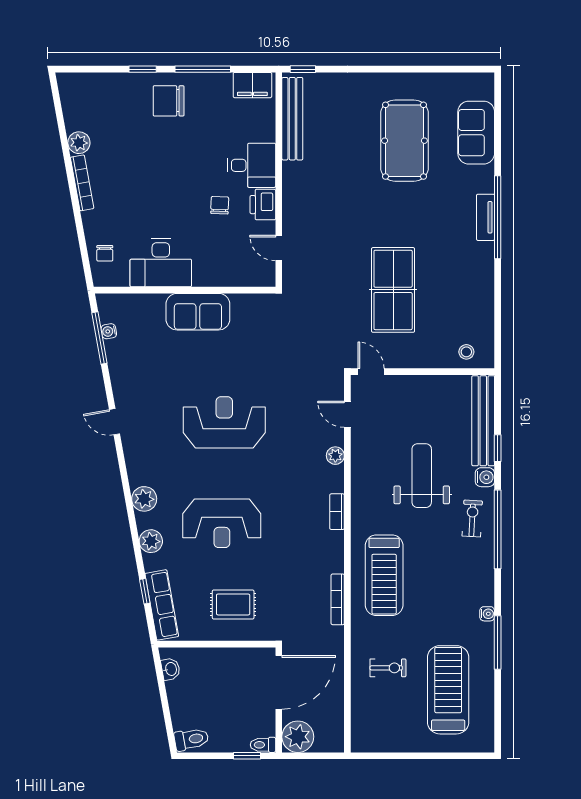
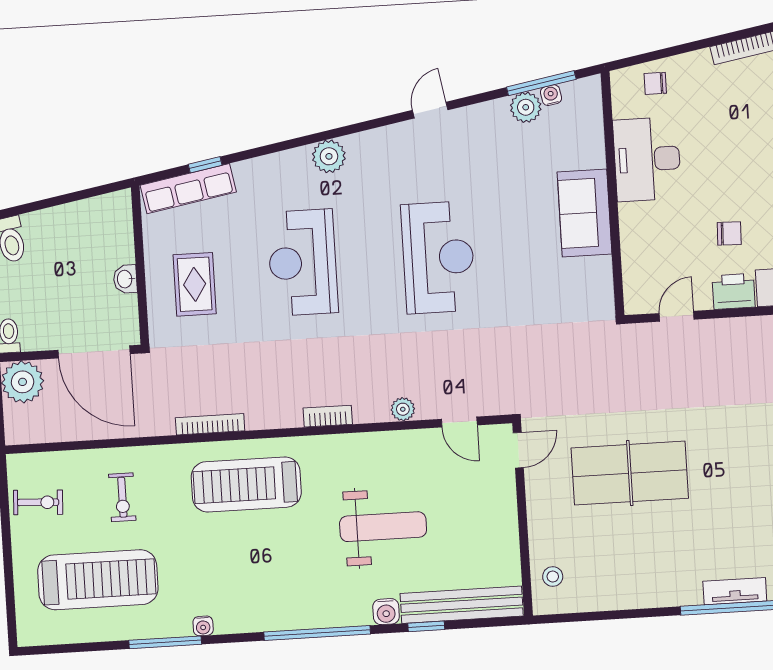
door: (347, 414) -> (459, 422), swing flipped
exercise bike: (472, 518) -> (38, 502), moved
plant: (151, 541) -> (526, 107), moved
washbasin: (171, 669) -> (125, 279), moved, turned 100

